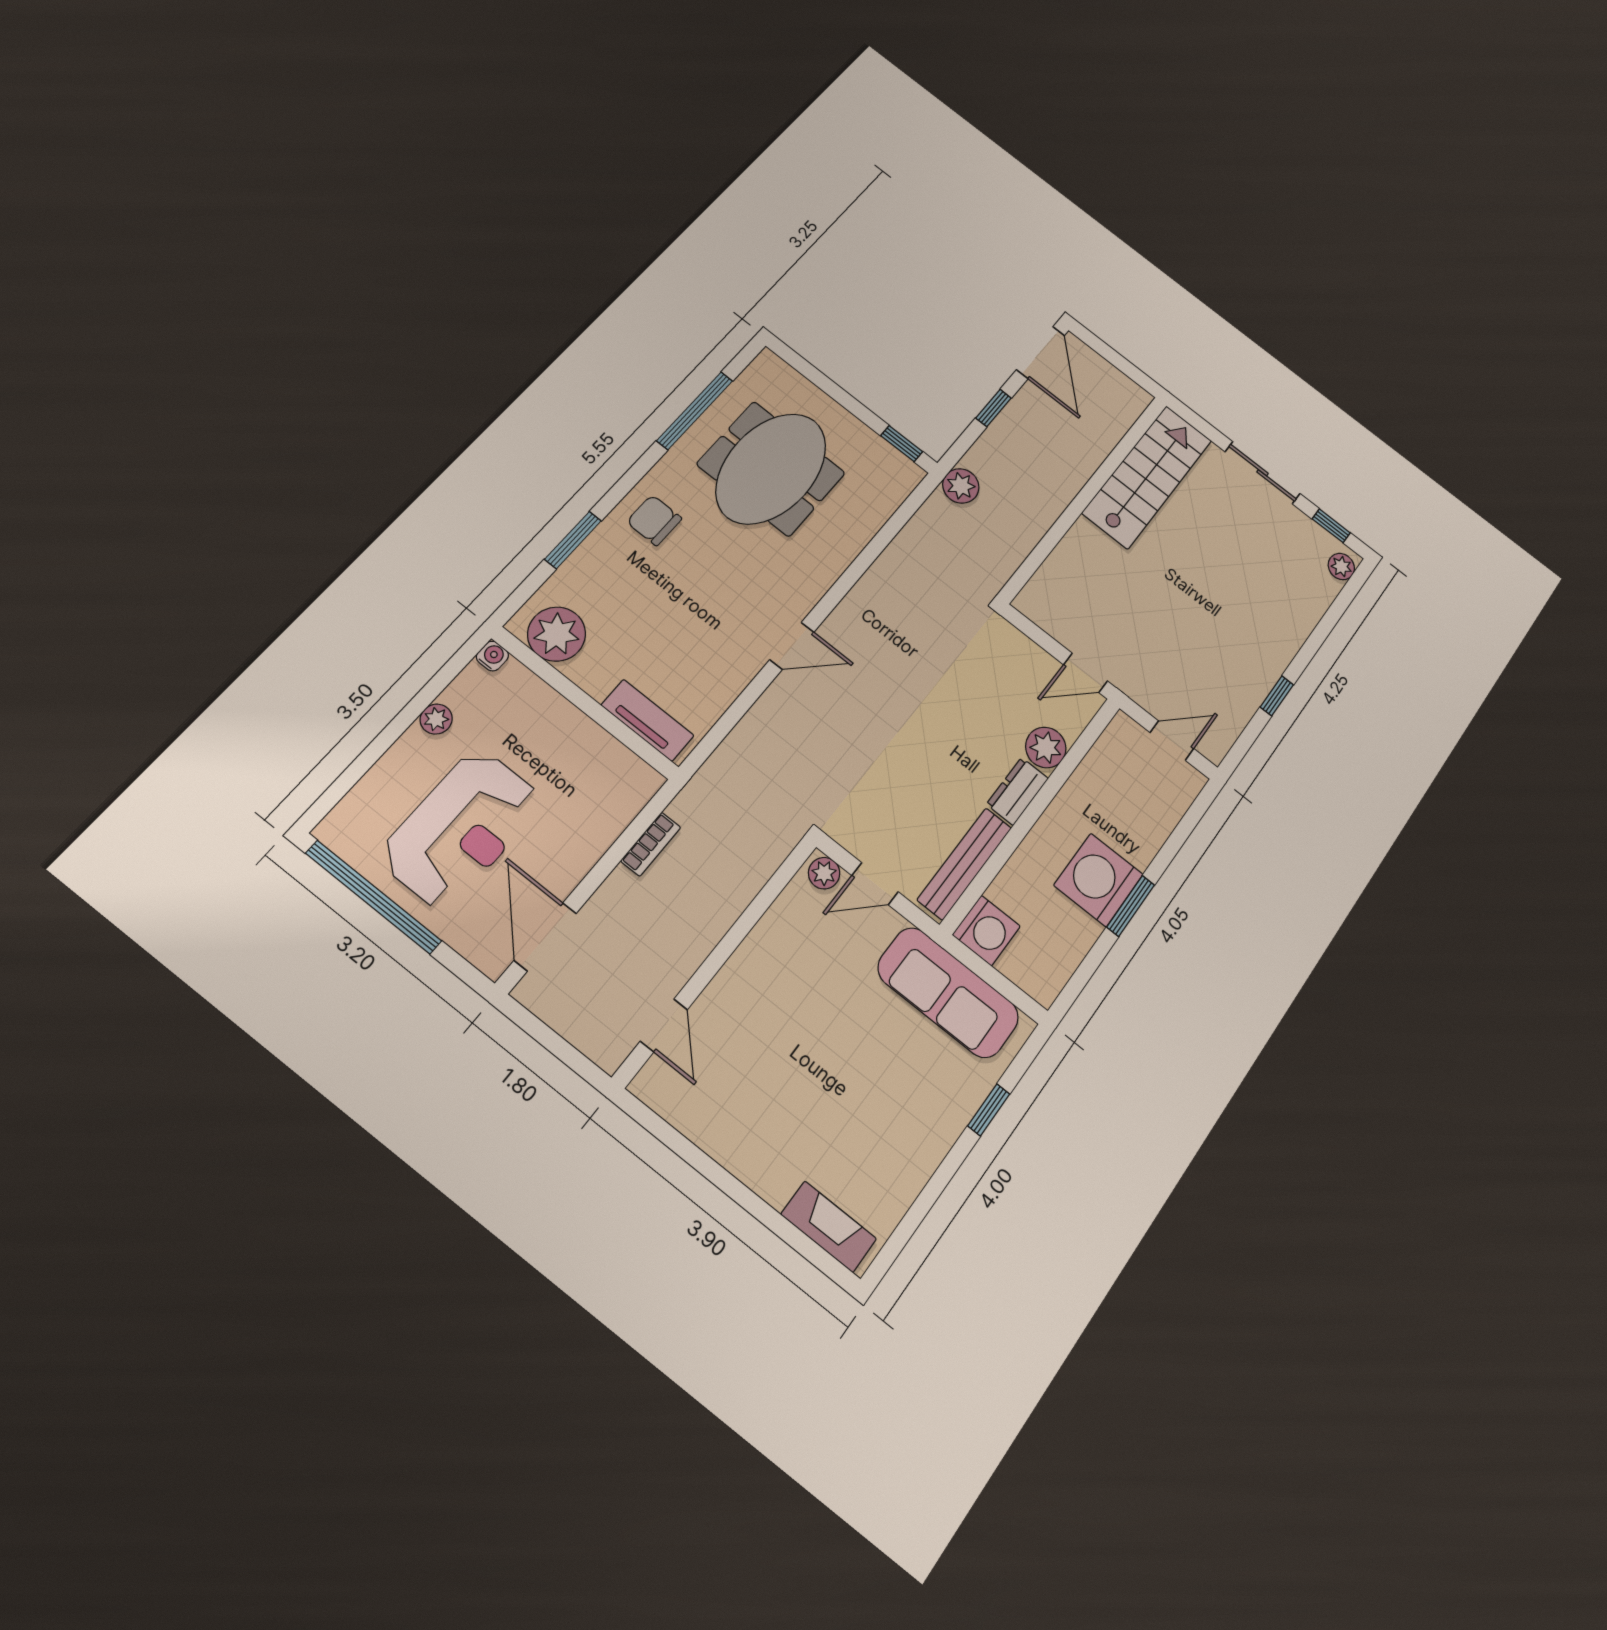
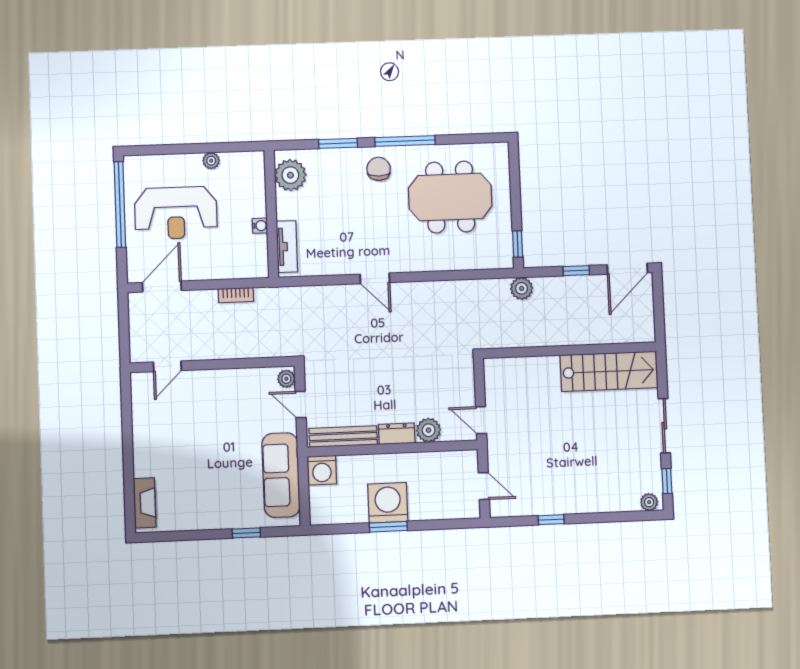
window: (695, 411) -> (405, 141), moved
water cooler: (492, 656) -> (260, 226), moved

